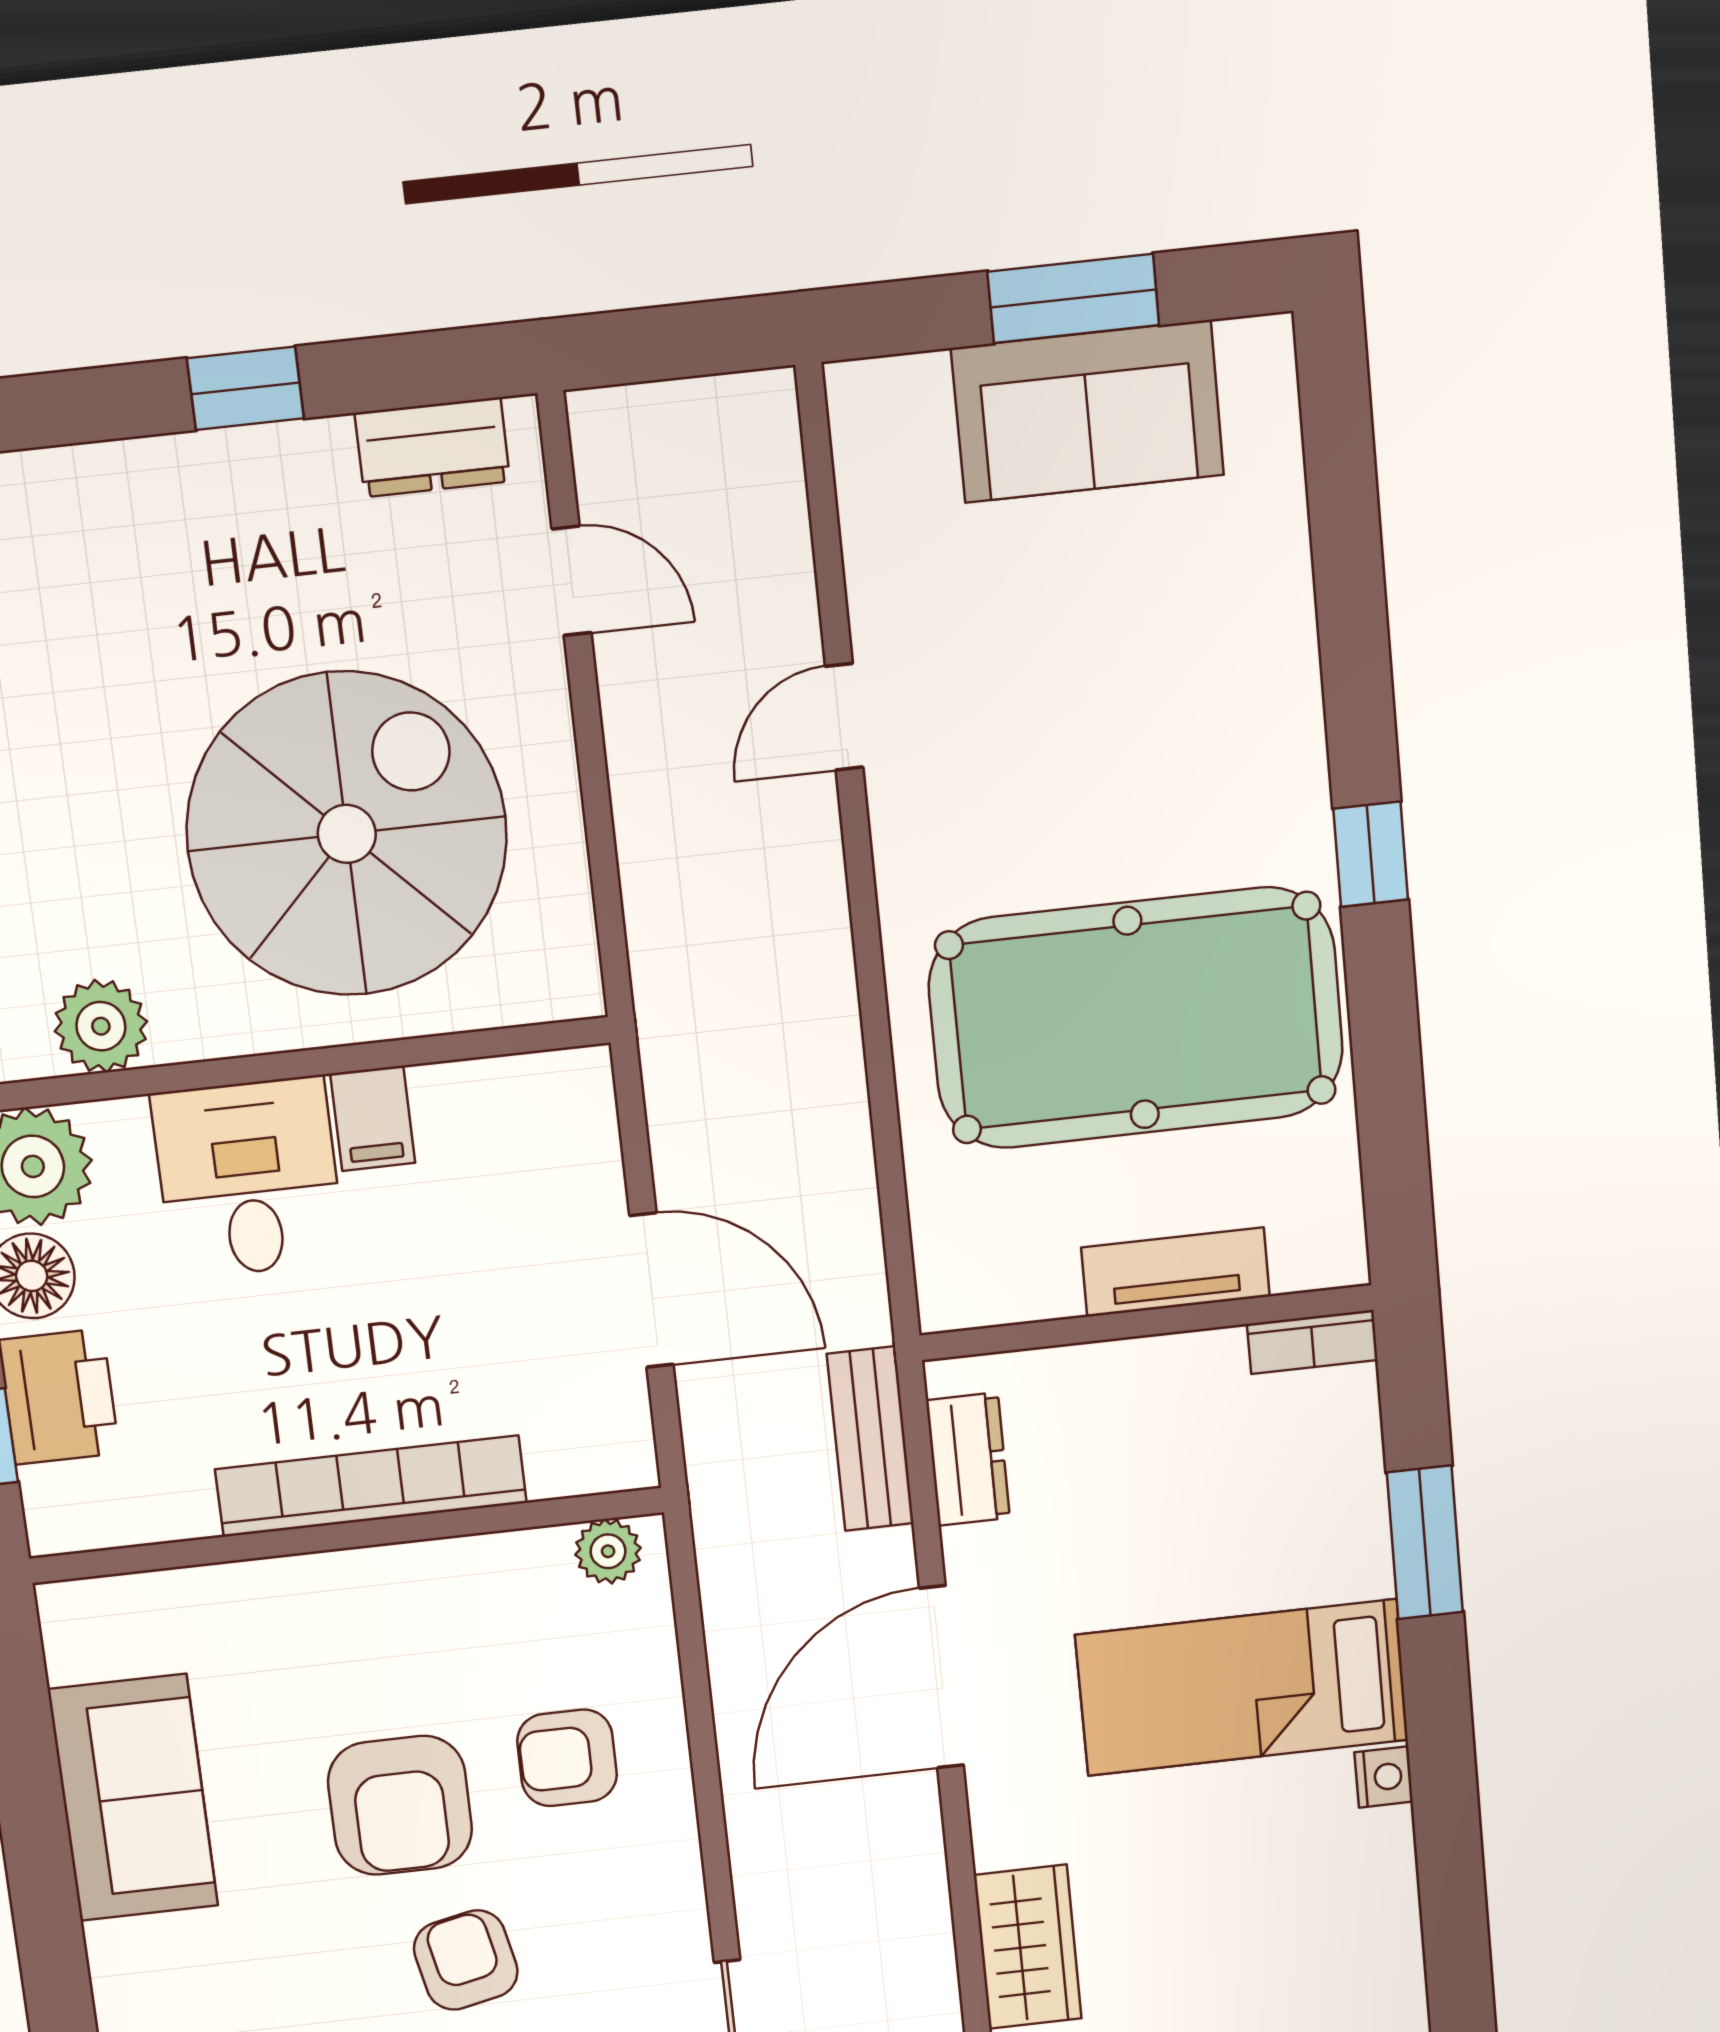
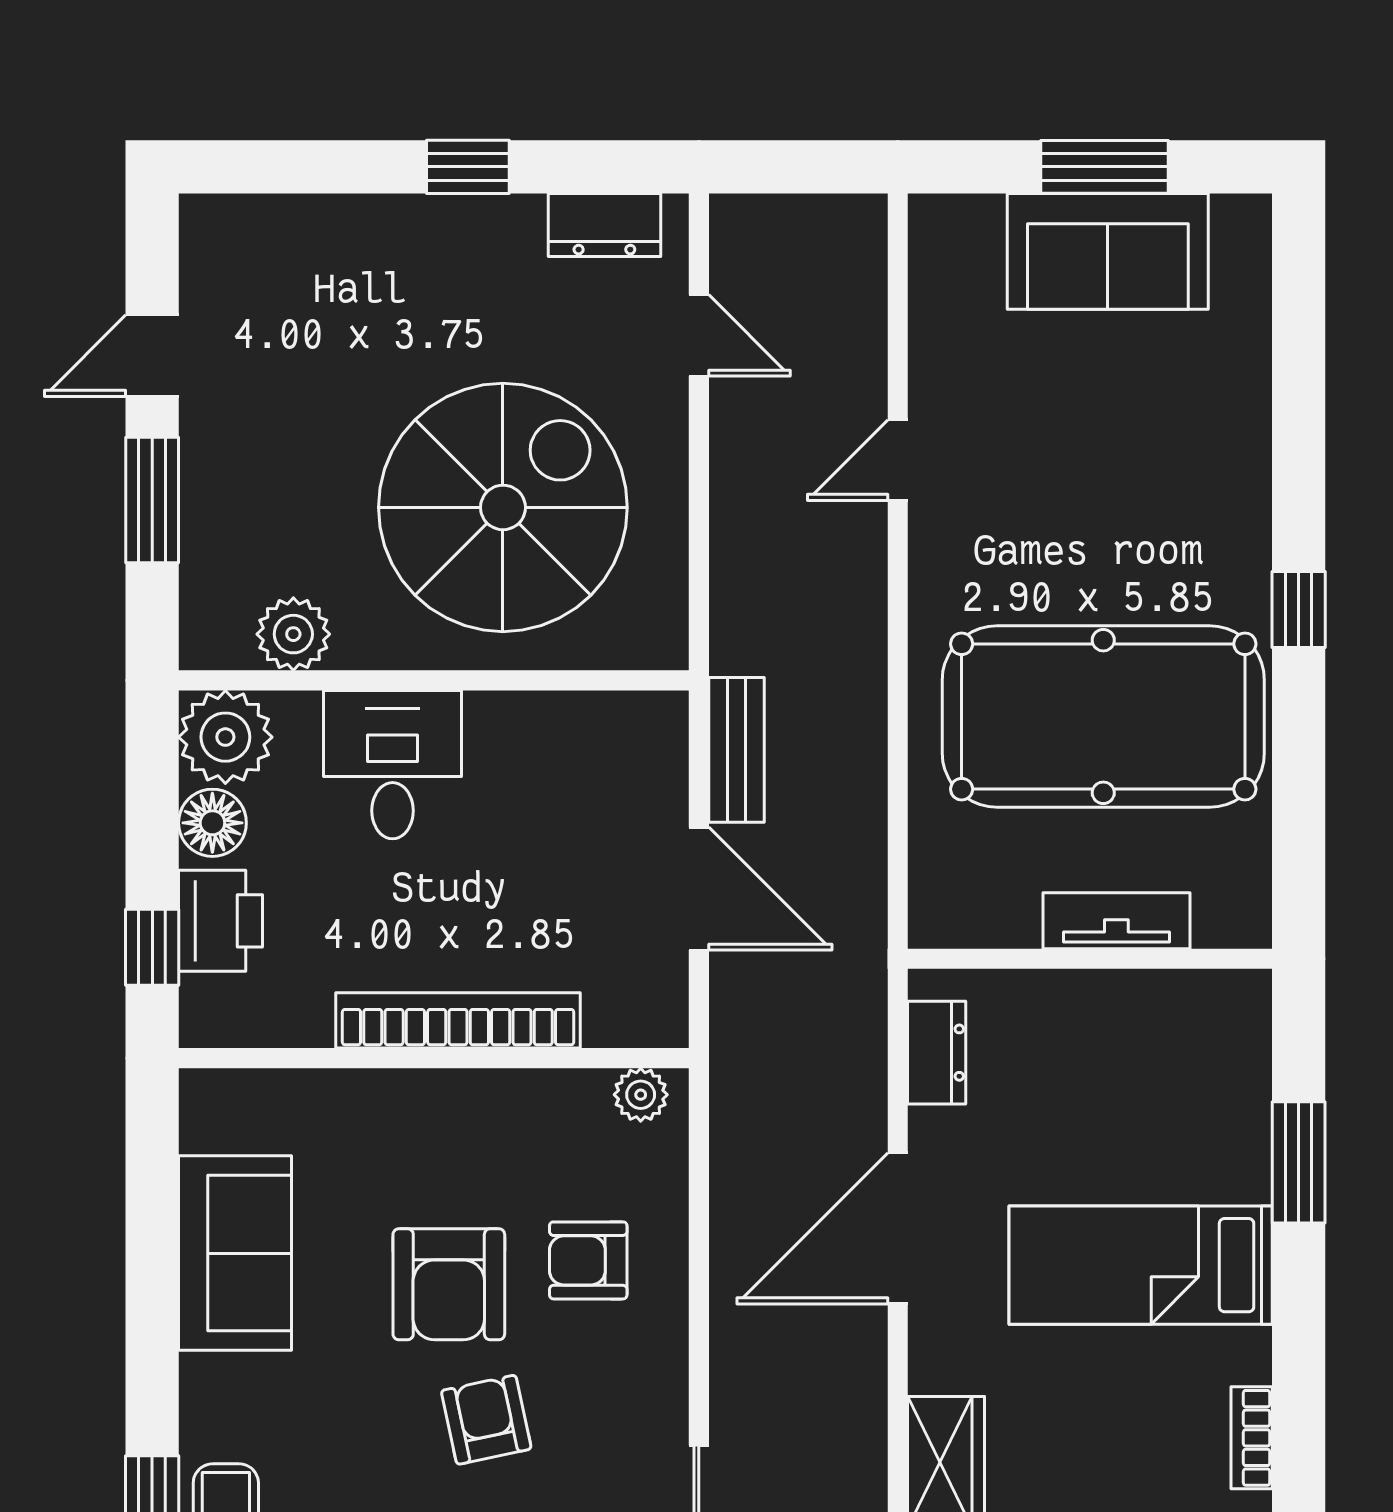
filing cabinet: (373, 1118) -> (496, 729), removed
bookcase: (1312, 1342) -> (1252, 1438), moved, turned 90
bench: (870, 1439) -> (736, 750), moved
nightstand: (1384, 1777) -> (1250, 1353), removed

